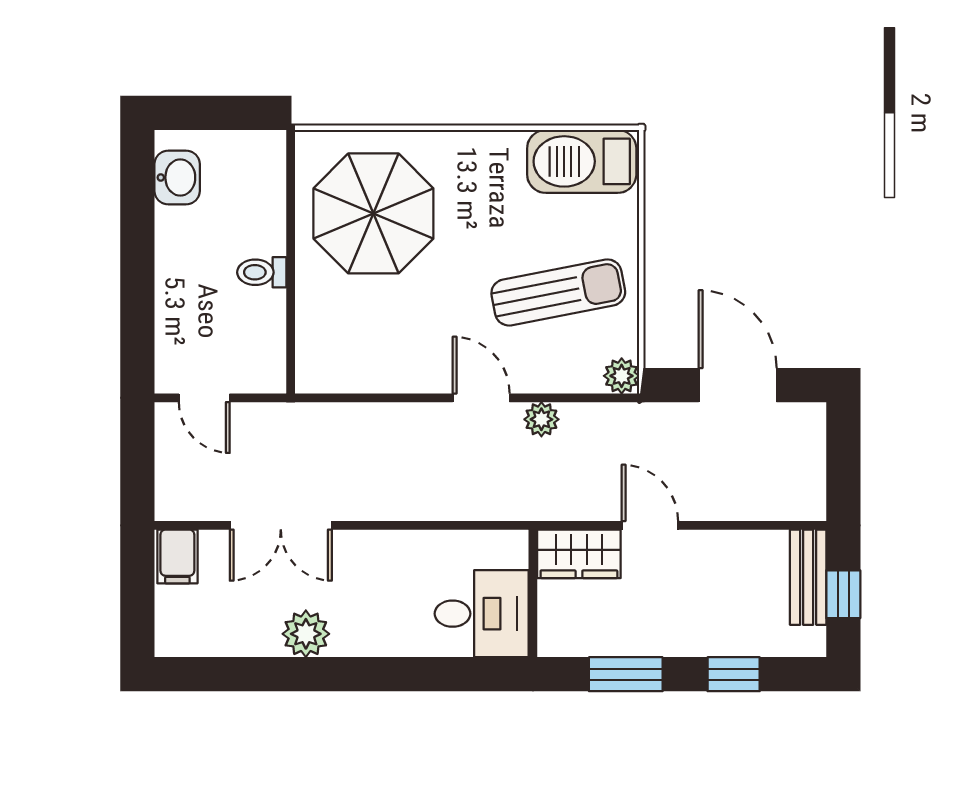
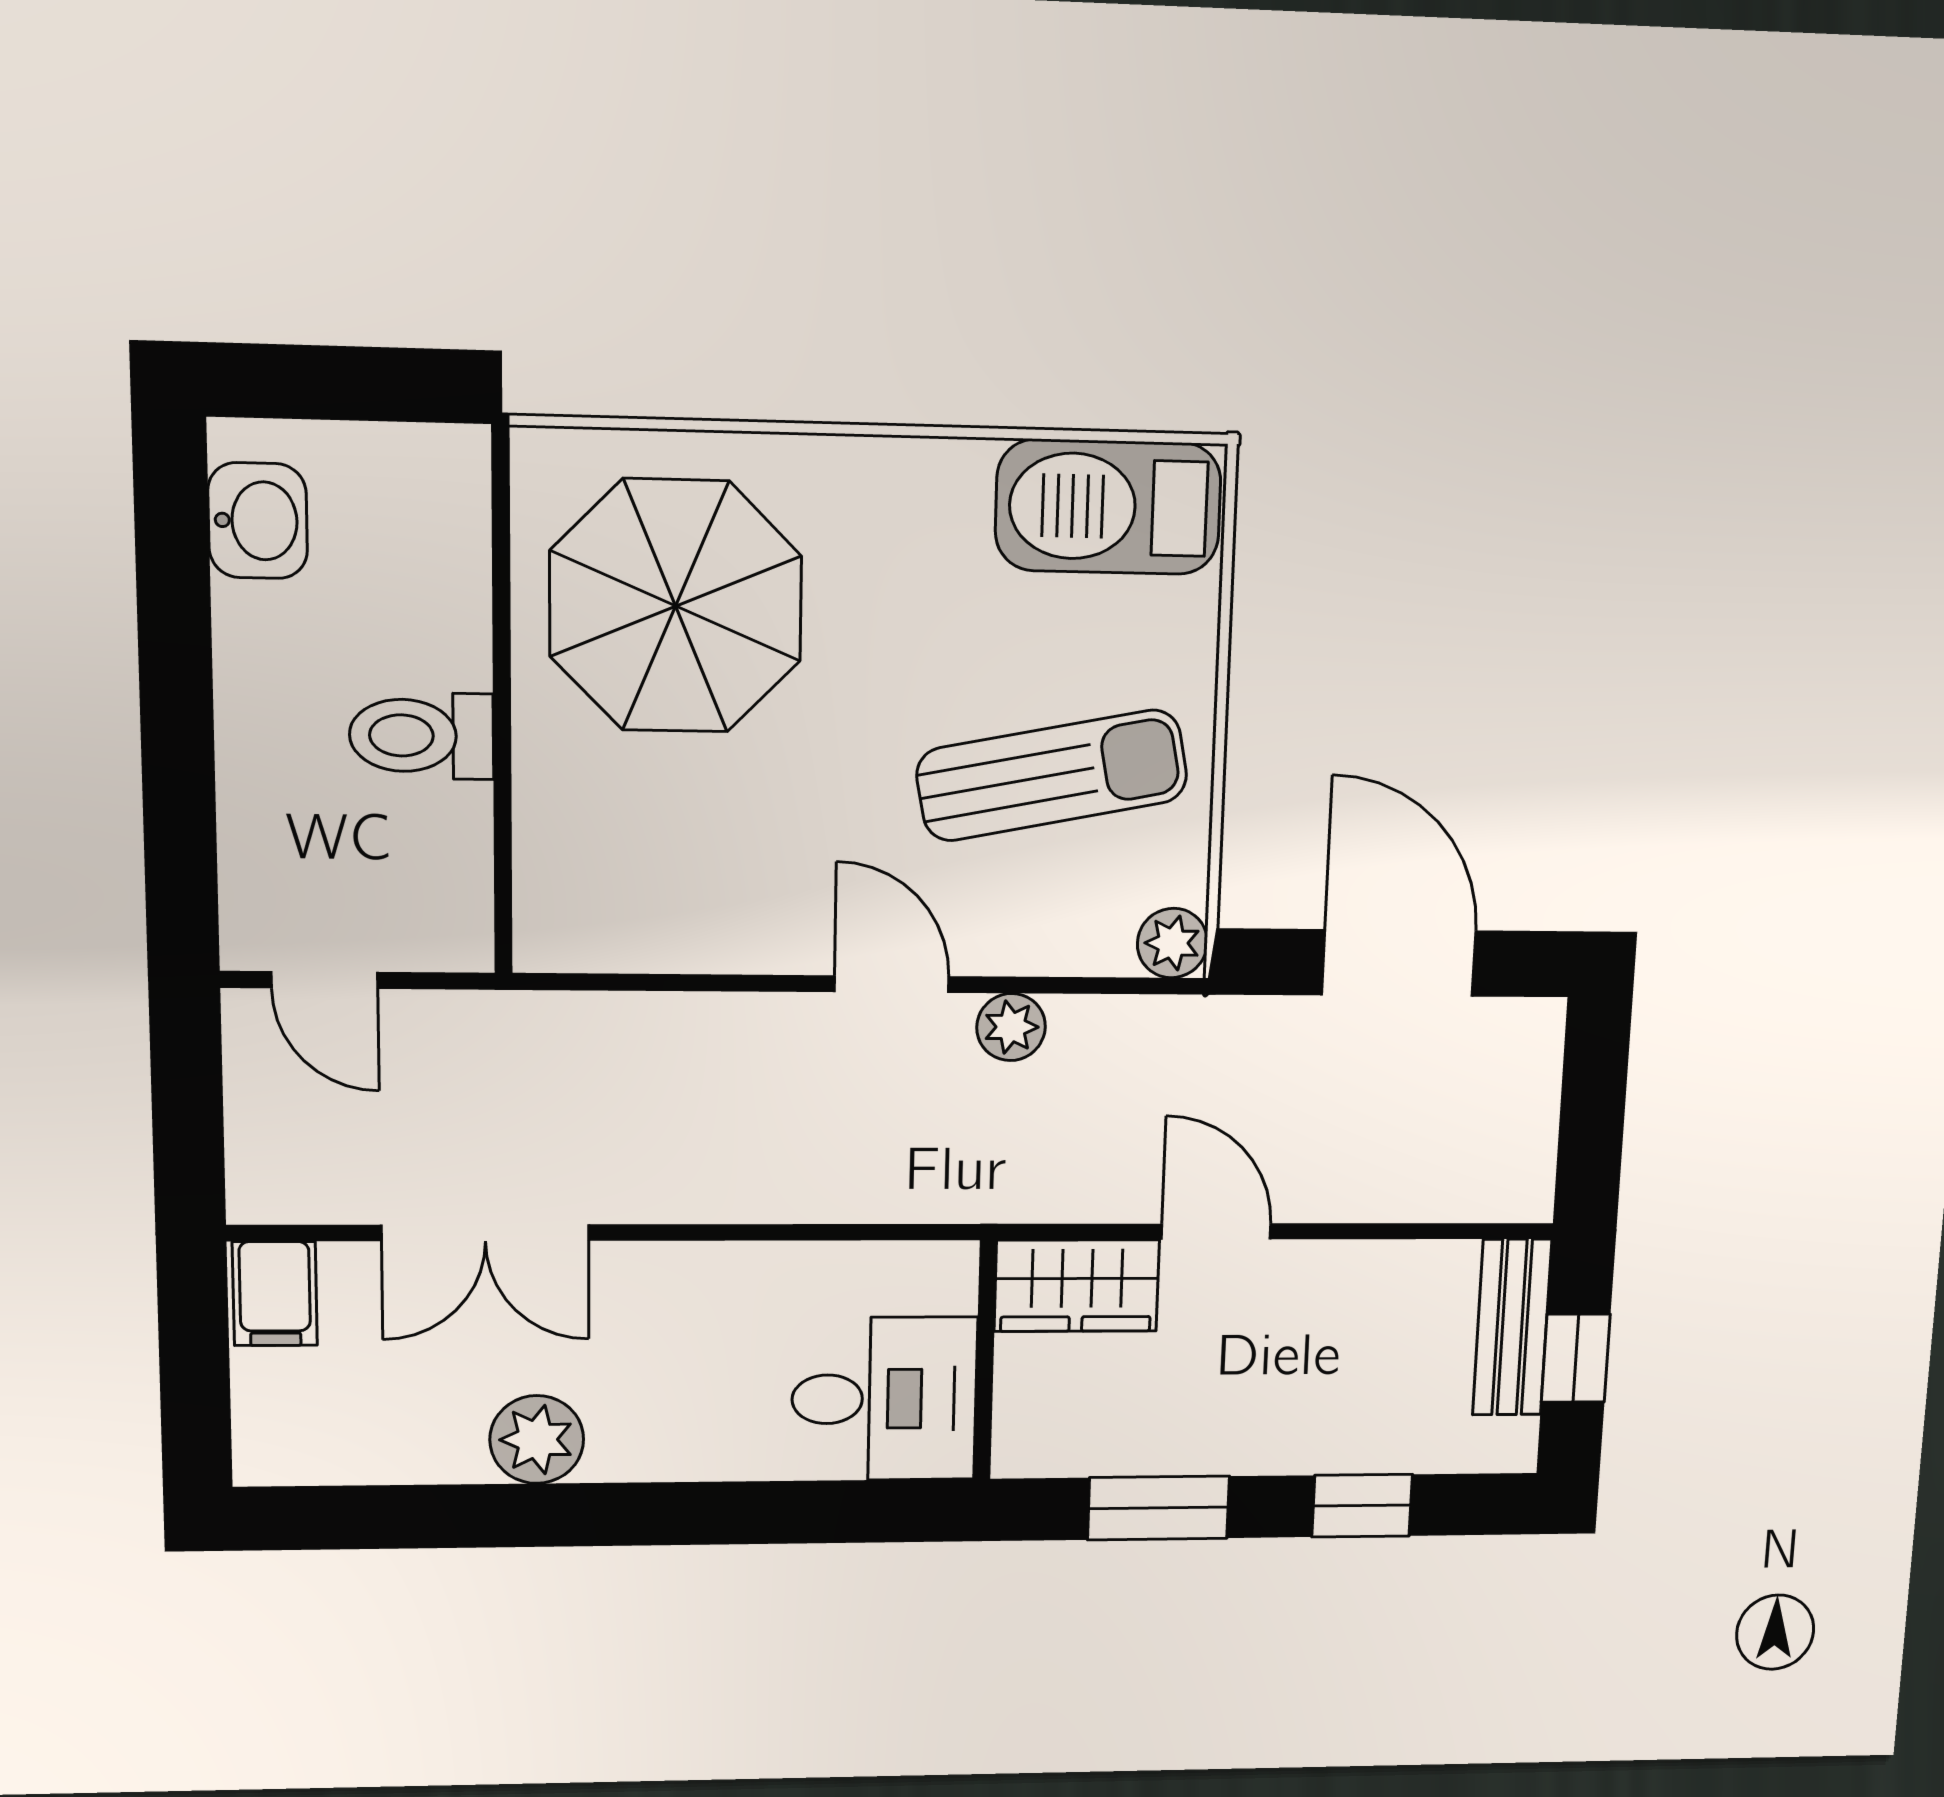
toilet: (262, 272) -> (422, 736), width x1.37, depth x1.39

